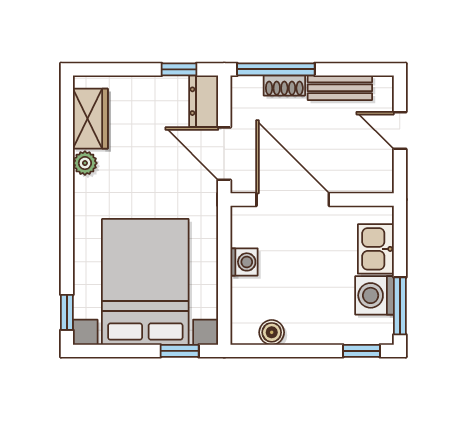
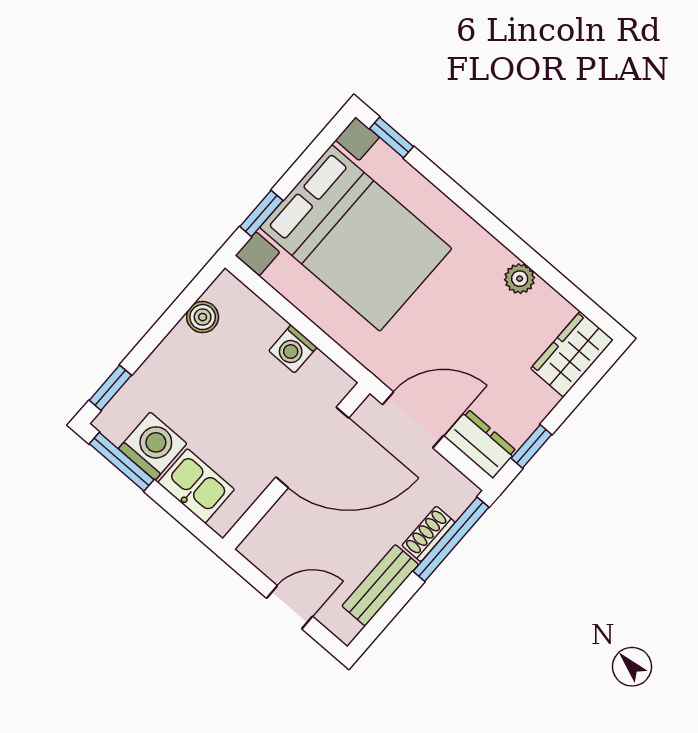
wardrobe: (90, 119) -> (572, 354), moved, turned 90

